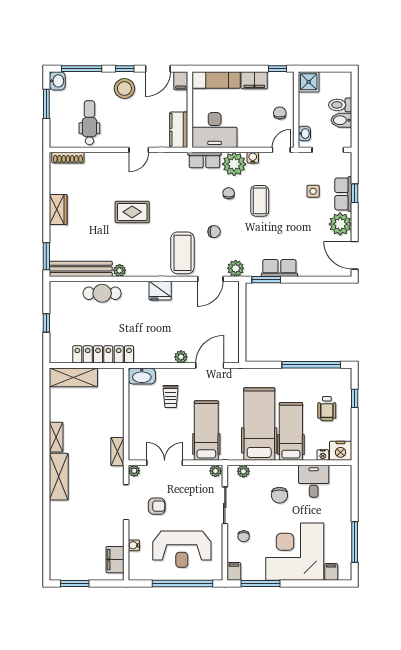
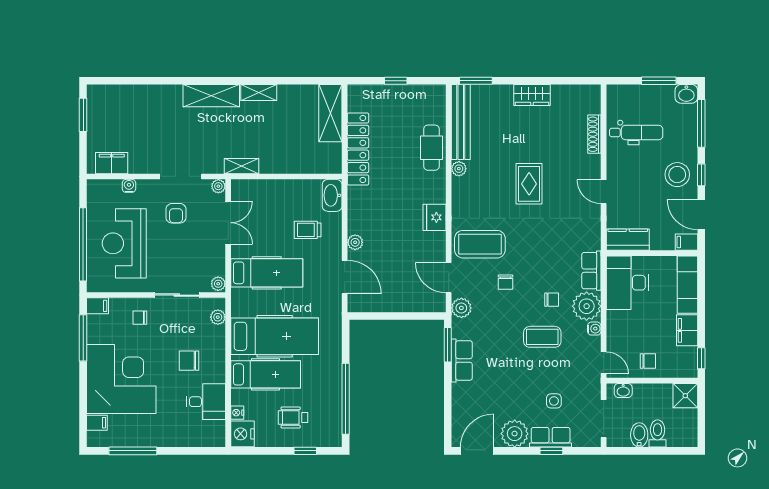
shoe rack: (68, 158) -> (594, 134), moved

